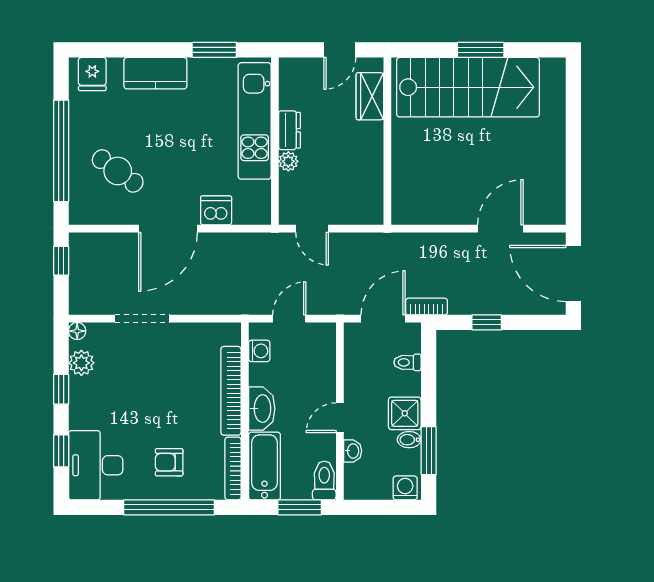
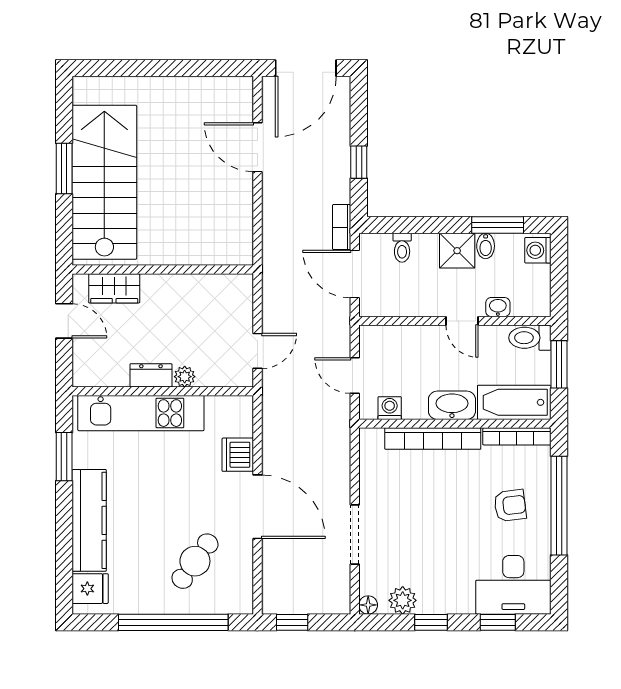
kitchen counter: (155, 73) -> (89, 520), width x1.50
armchair: (169, 462) -> (510, 506), turned -97

